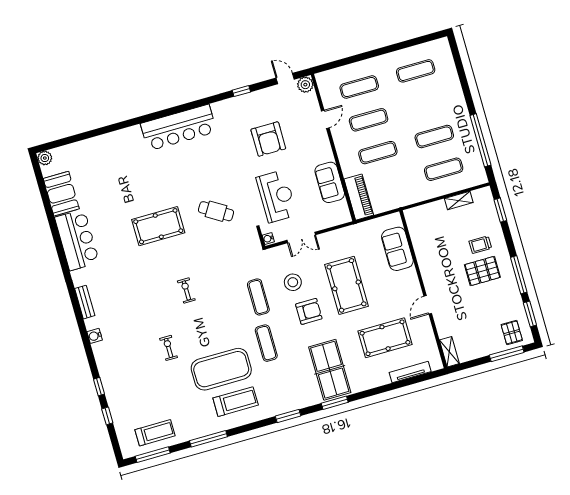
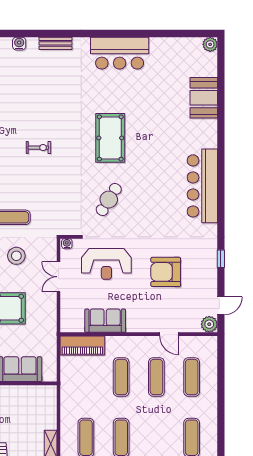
booth: (61, 194) -> (204, 98), moved, turned 90

